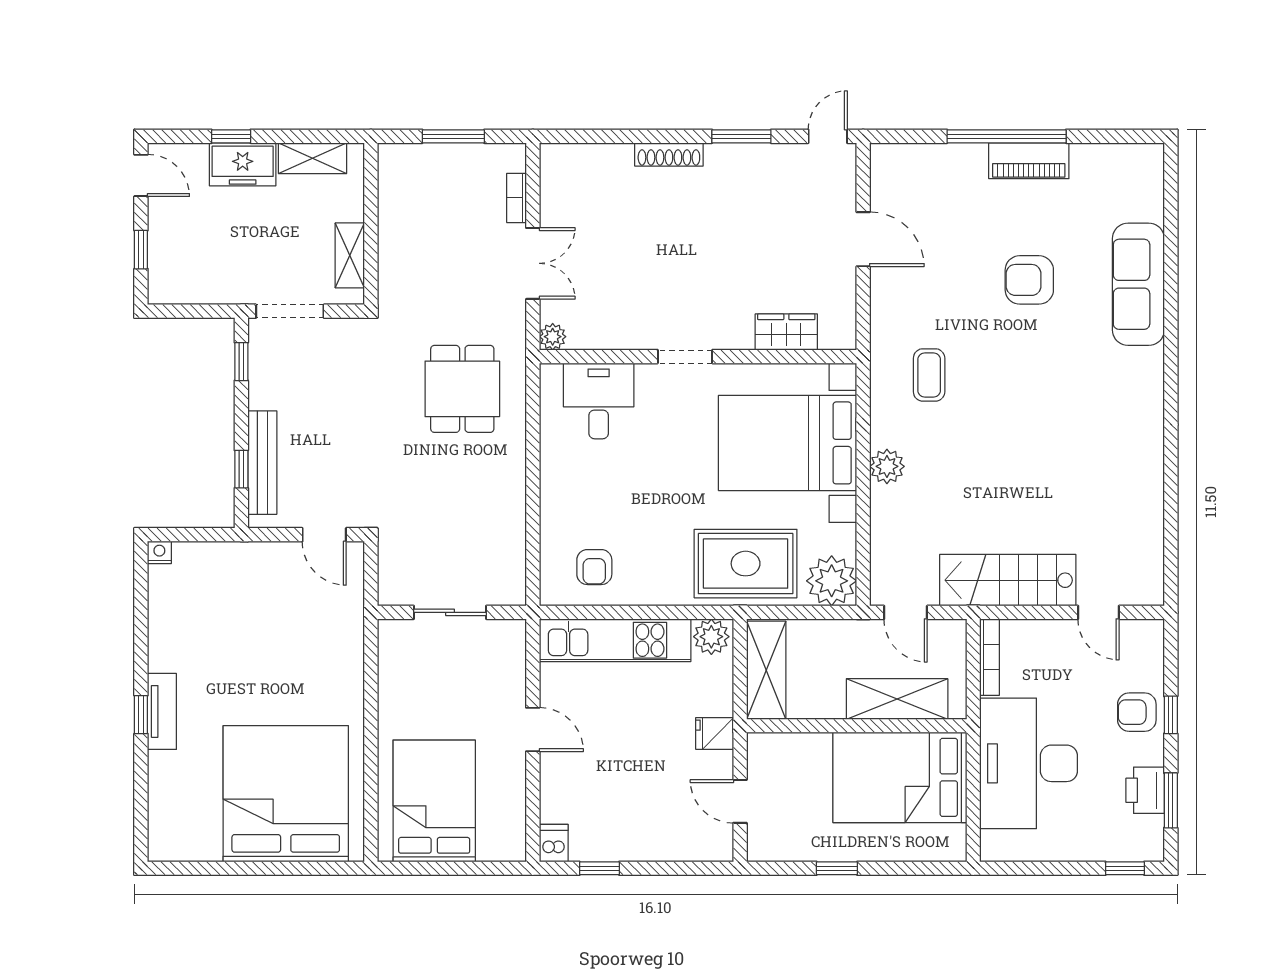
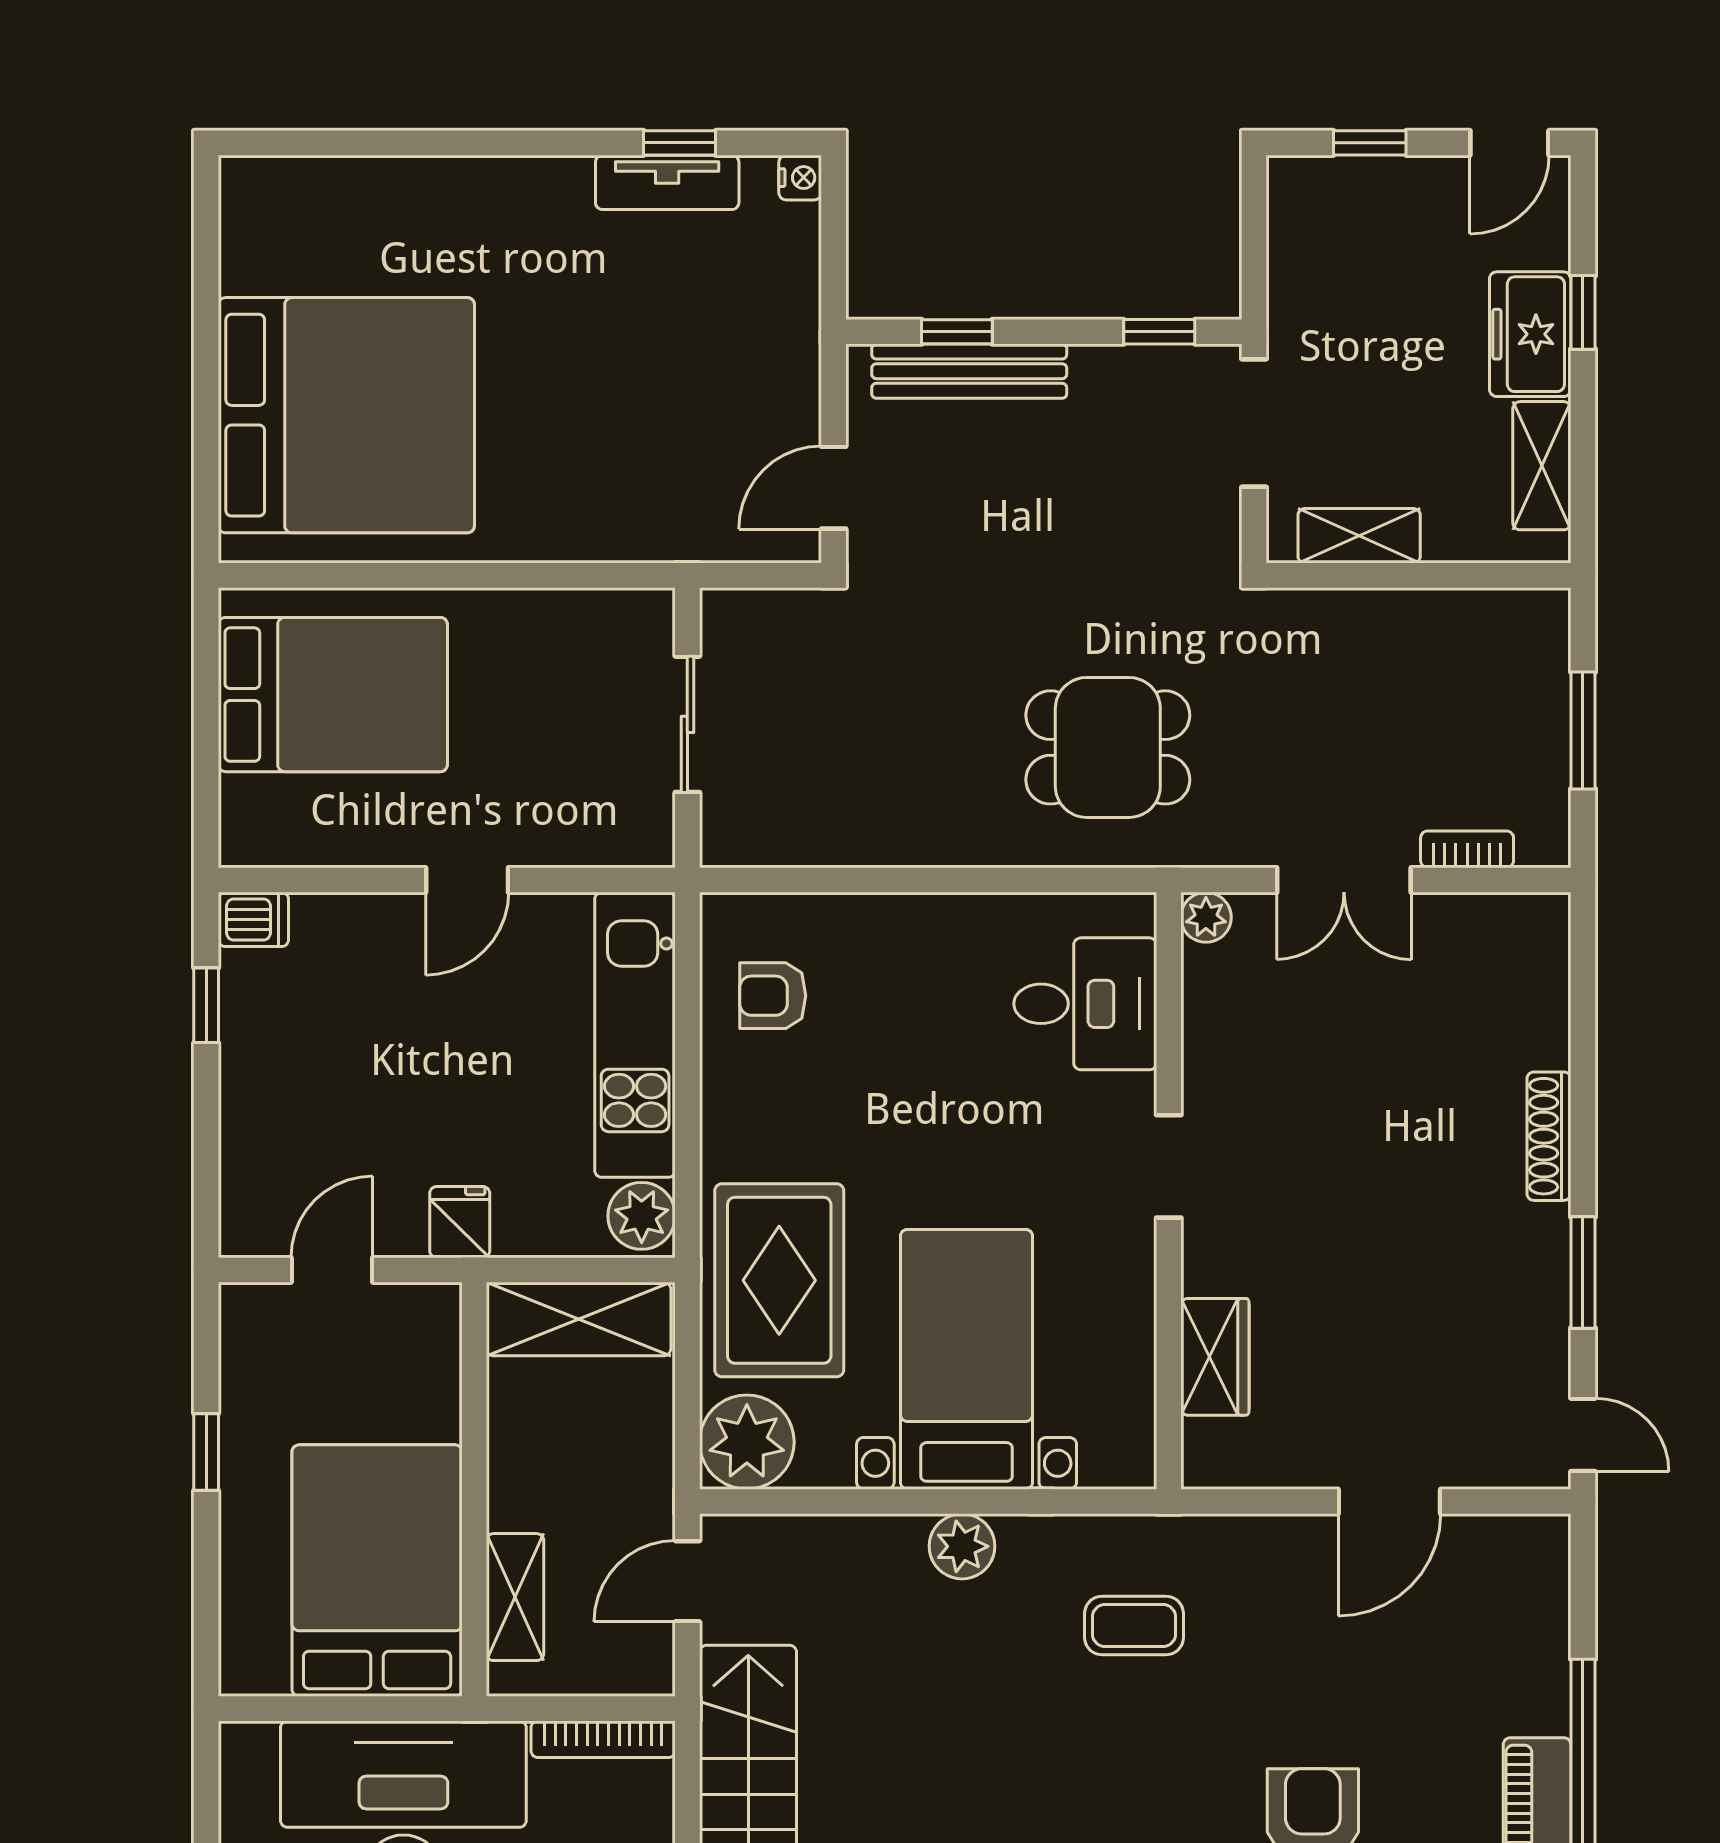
bed with nightstands: (788, 443) -> (967, 1359), width x0.73
shelving: (897, 699) -> (515, 1597), width x0.67, depth x0.75
tv unit: (162, 711) -> (667, 182), moved
window: (141, 715) -> (680, 143), moved

